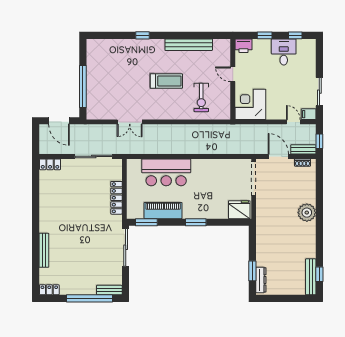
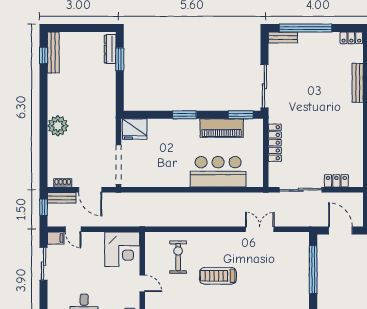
locker: (50, 164) -> (336, 181), moved

